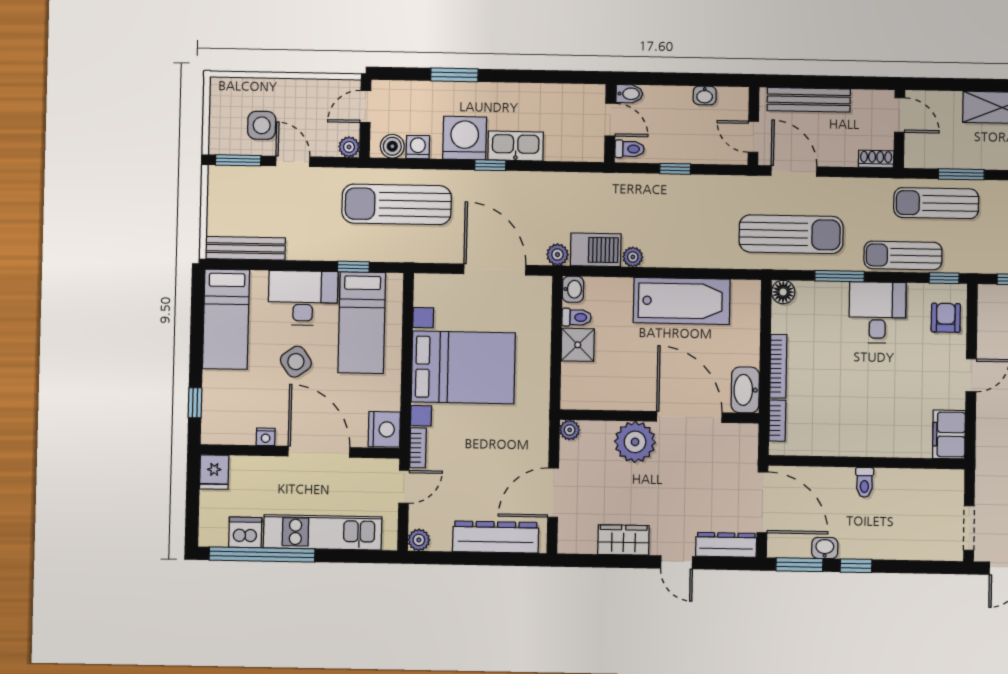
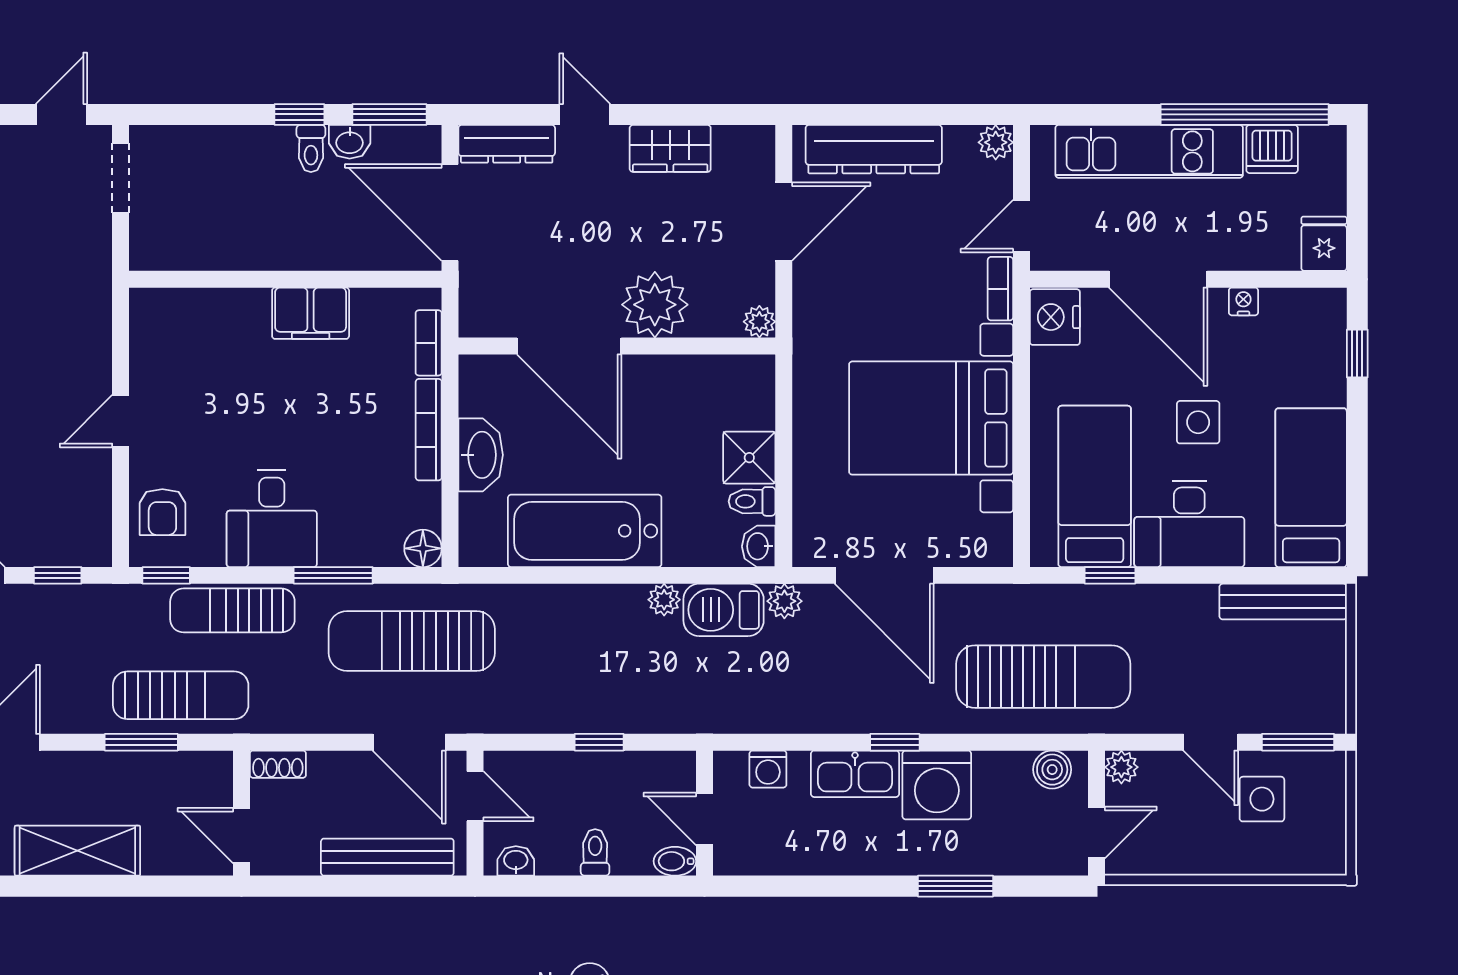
washbasin: (705, 95) -> (516, 861), moved
washing machine: (418, 147) -> (768, 769), moved
toilet: (629, 149) -> (595, 852), moved, turned 90
sun lounger: (903, 255) -> (232, 610), turned 180
side table: (296, 362) -> (1198, 422), turned 35
washbasin: (745, 390) -> (481, 455), moved
filing cabinet: (949, 434) -> (311, 313), moved, turned 90
toilet: (864, 482) -> (311, 149), moved, turned 180

